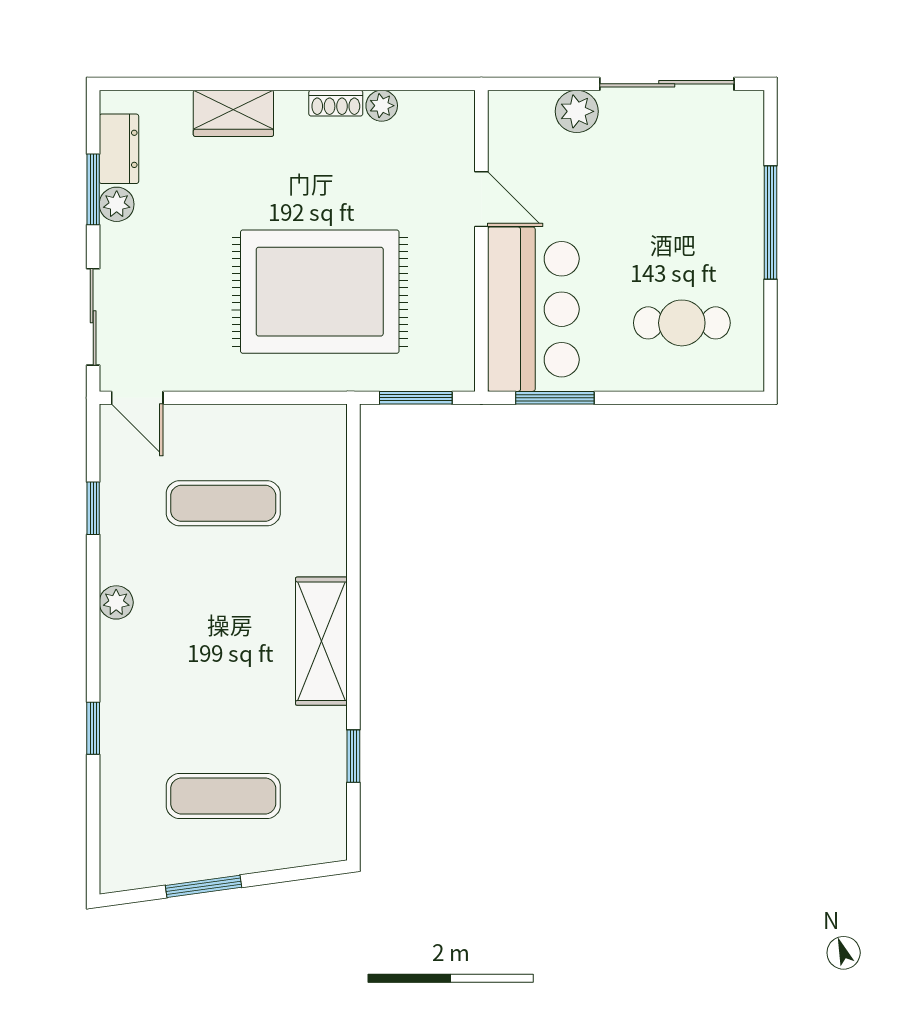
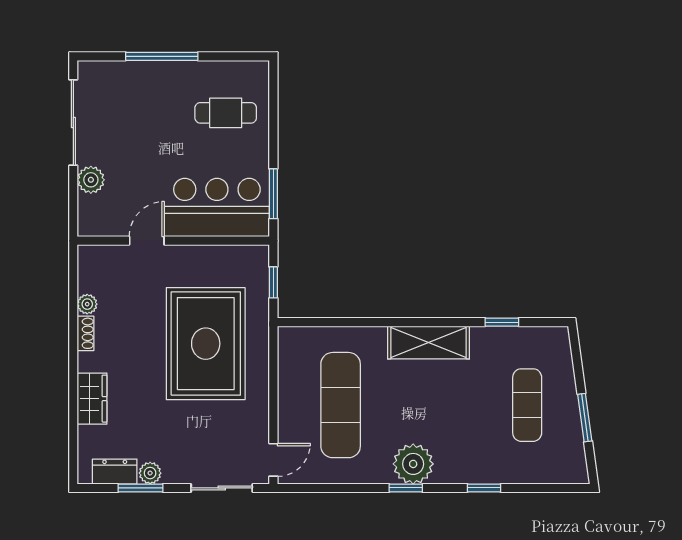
cafe table: (682, 323) -> (226, 113), turned 90
window: (416, 398) -> (273, 282), width x0.67
exercise mat: (223, 503) -> (341, 405), width x1.36, depth x1.45
window: (93, 508) -> (406, 488), moved
plant: (116, 602) -> (413, 464), width x1.87, depth x1.87

